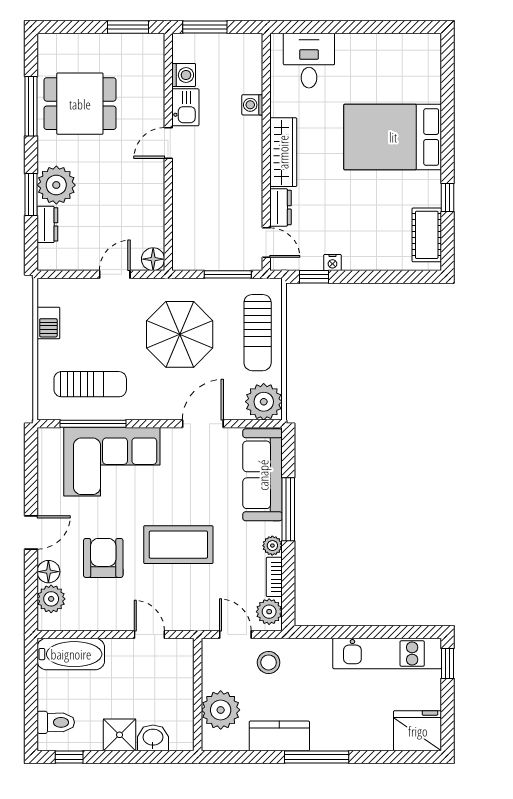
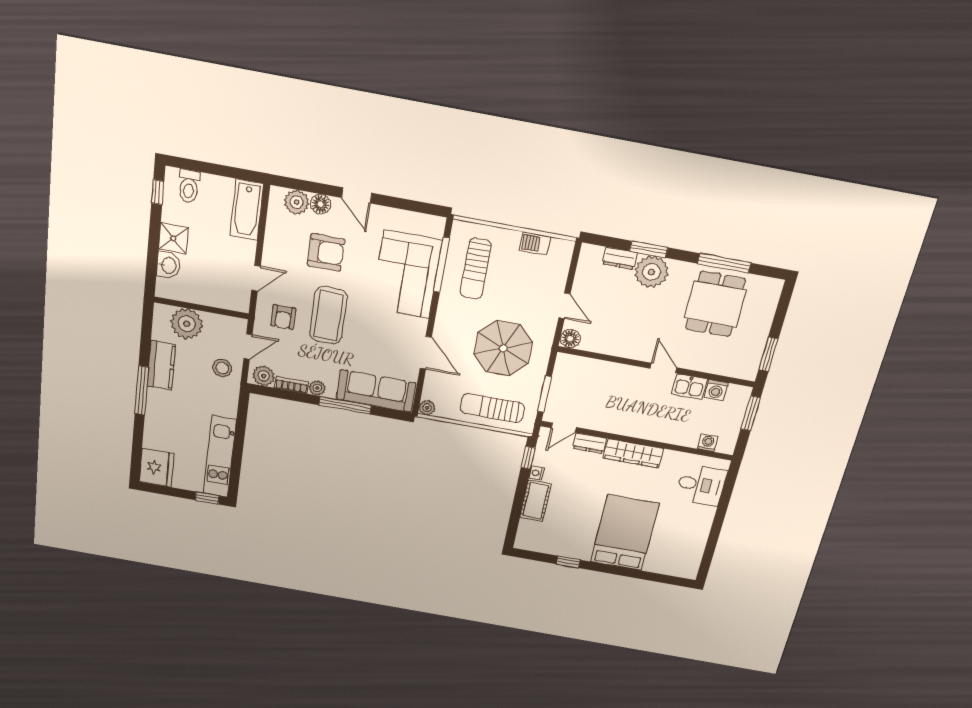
washing machine: (252, 105) -> (708, 443), moved
cot: (427, 235) -> (536, 501), moved, turned 90
plant: (264, 402) -> (427, 408), width x0.53, depth x0.53
armchair: (190, 597) -> (283, 317), added

